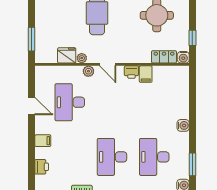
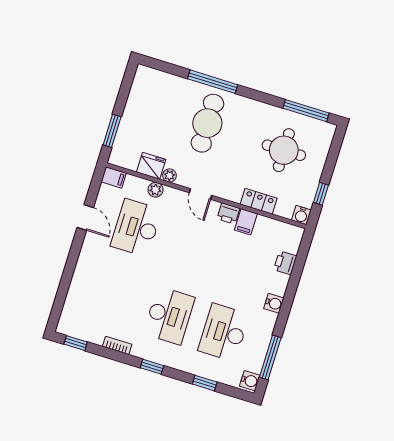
locker: (164, 57) -> (259, 201), moved
plant: (88, 71) -> (155, 190), moved
filing cabinet: (43, 141) -> (114, 177), moved
desk: (112, 157) -> (169, 316), turned 180
window: (192, 164) -> (270, 357), width x1.44
printer: (42, 167) -> (285, 263), moved, turned 180

